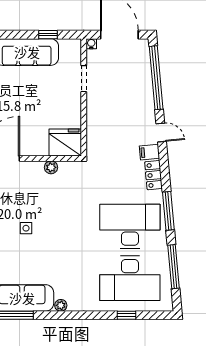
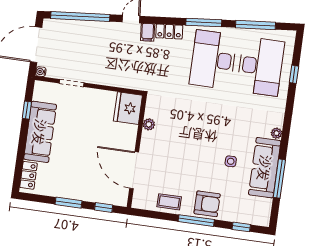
side table: (26, 228) -> (231, 161), moved

